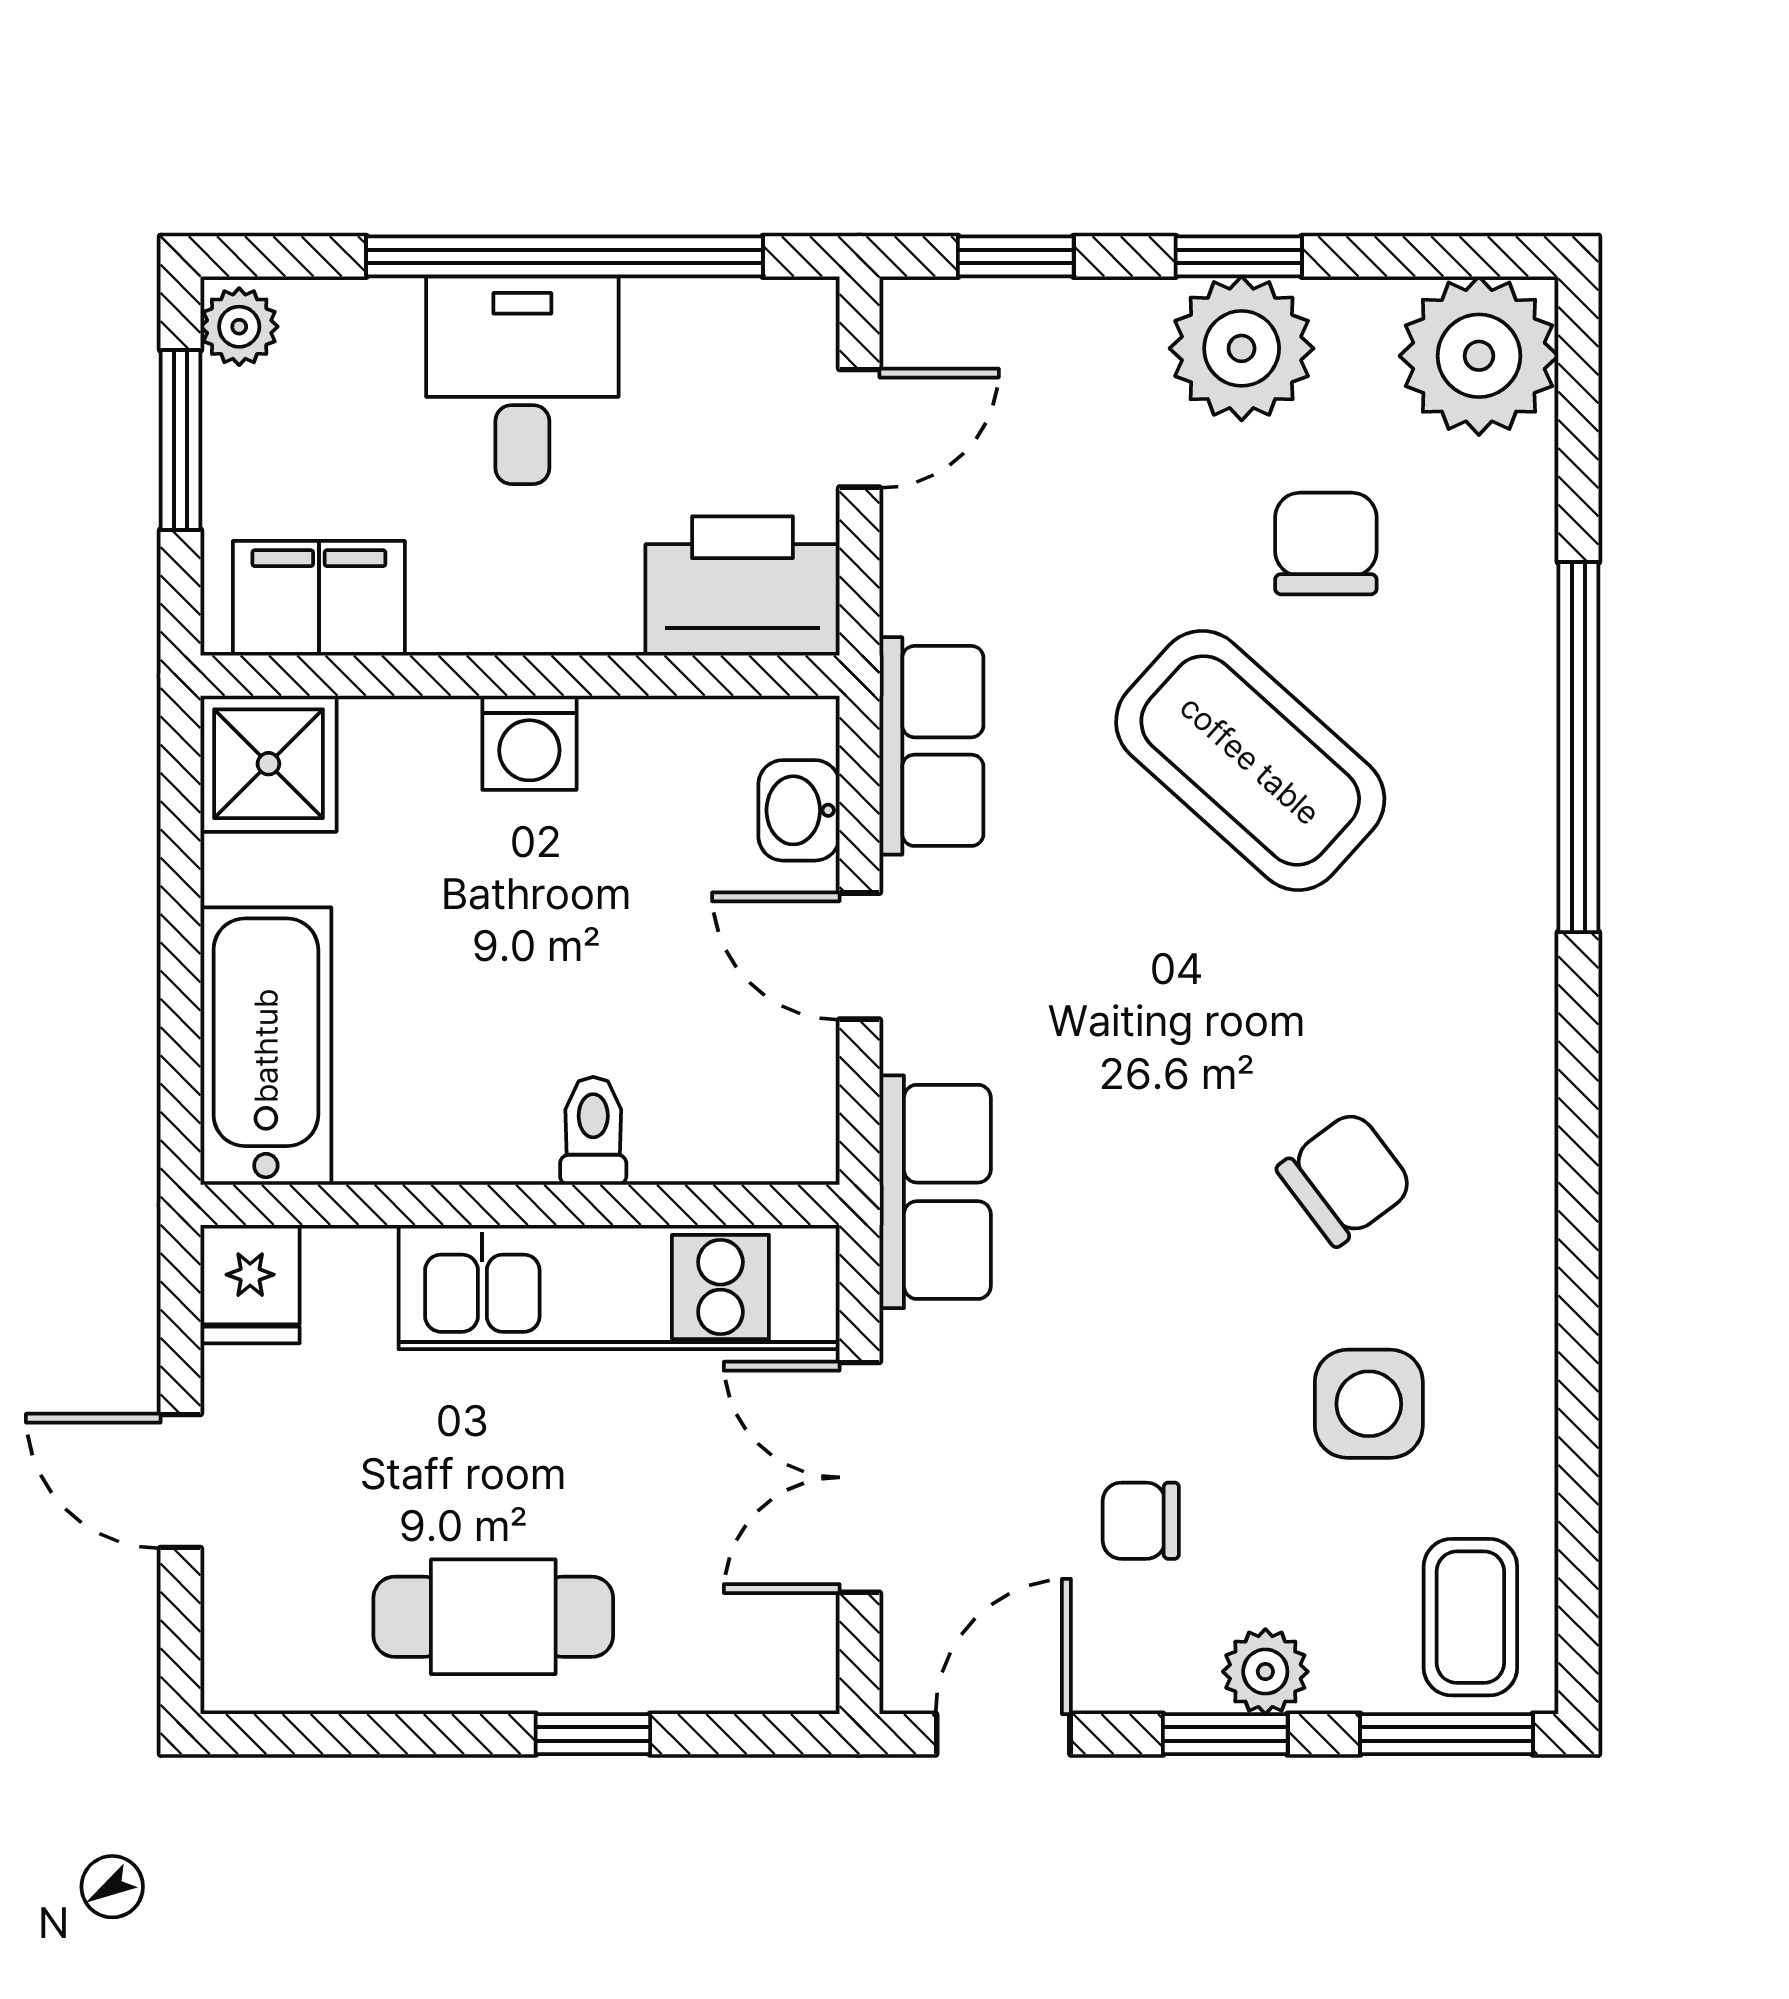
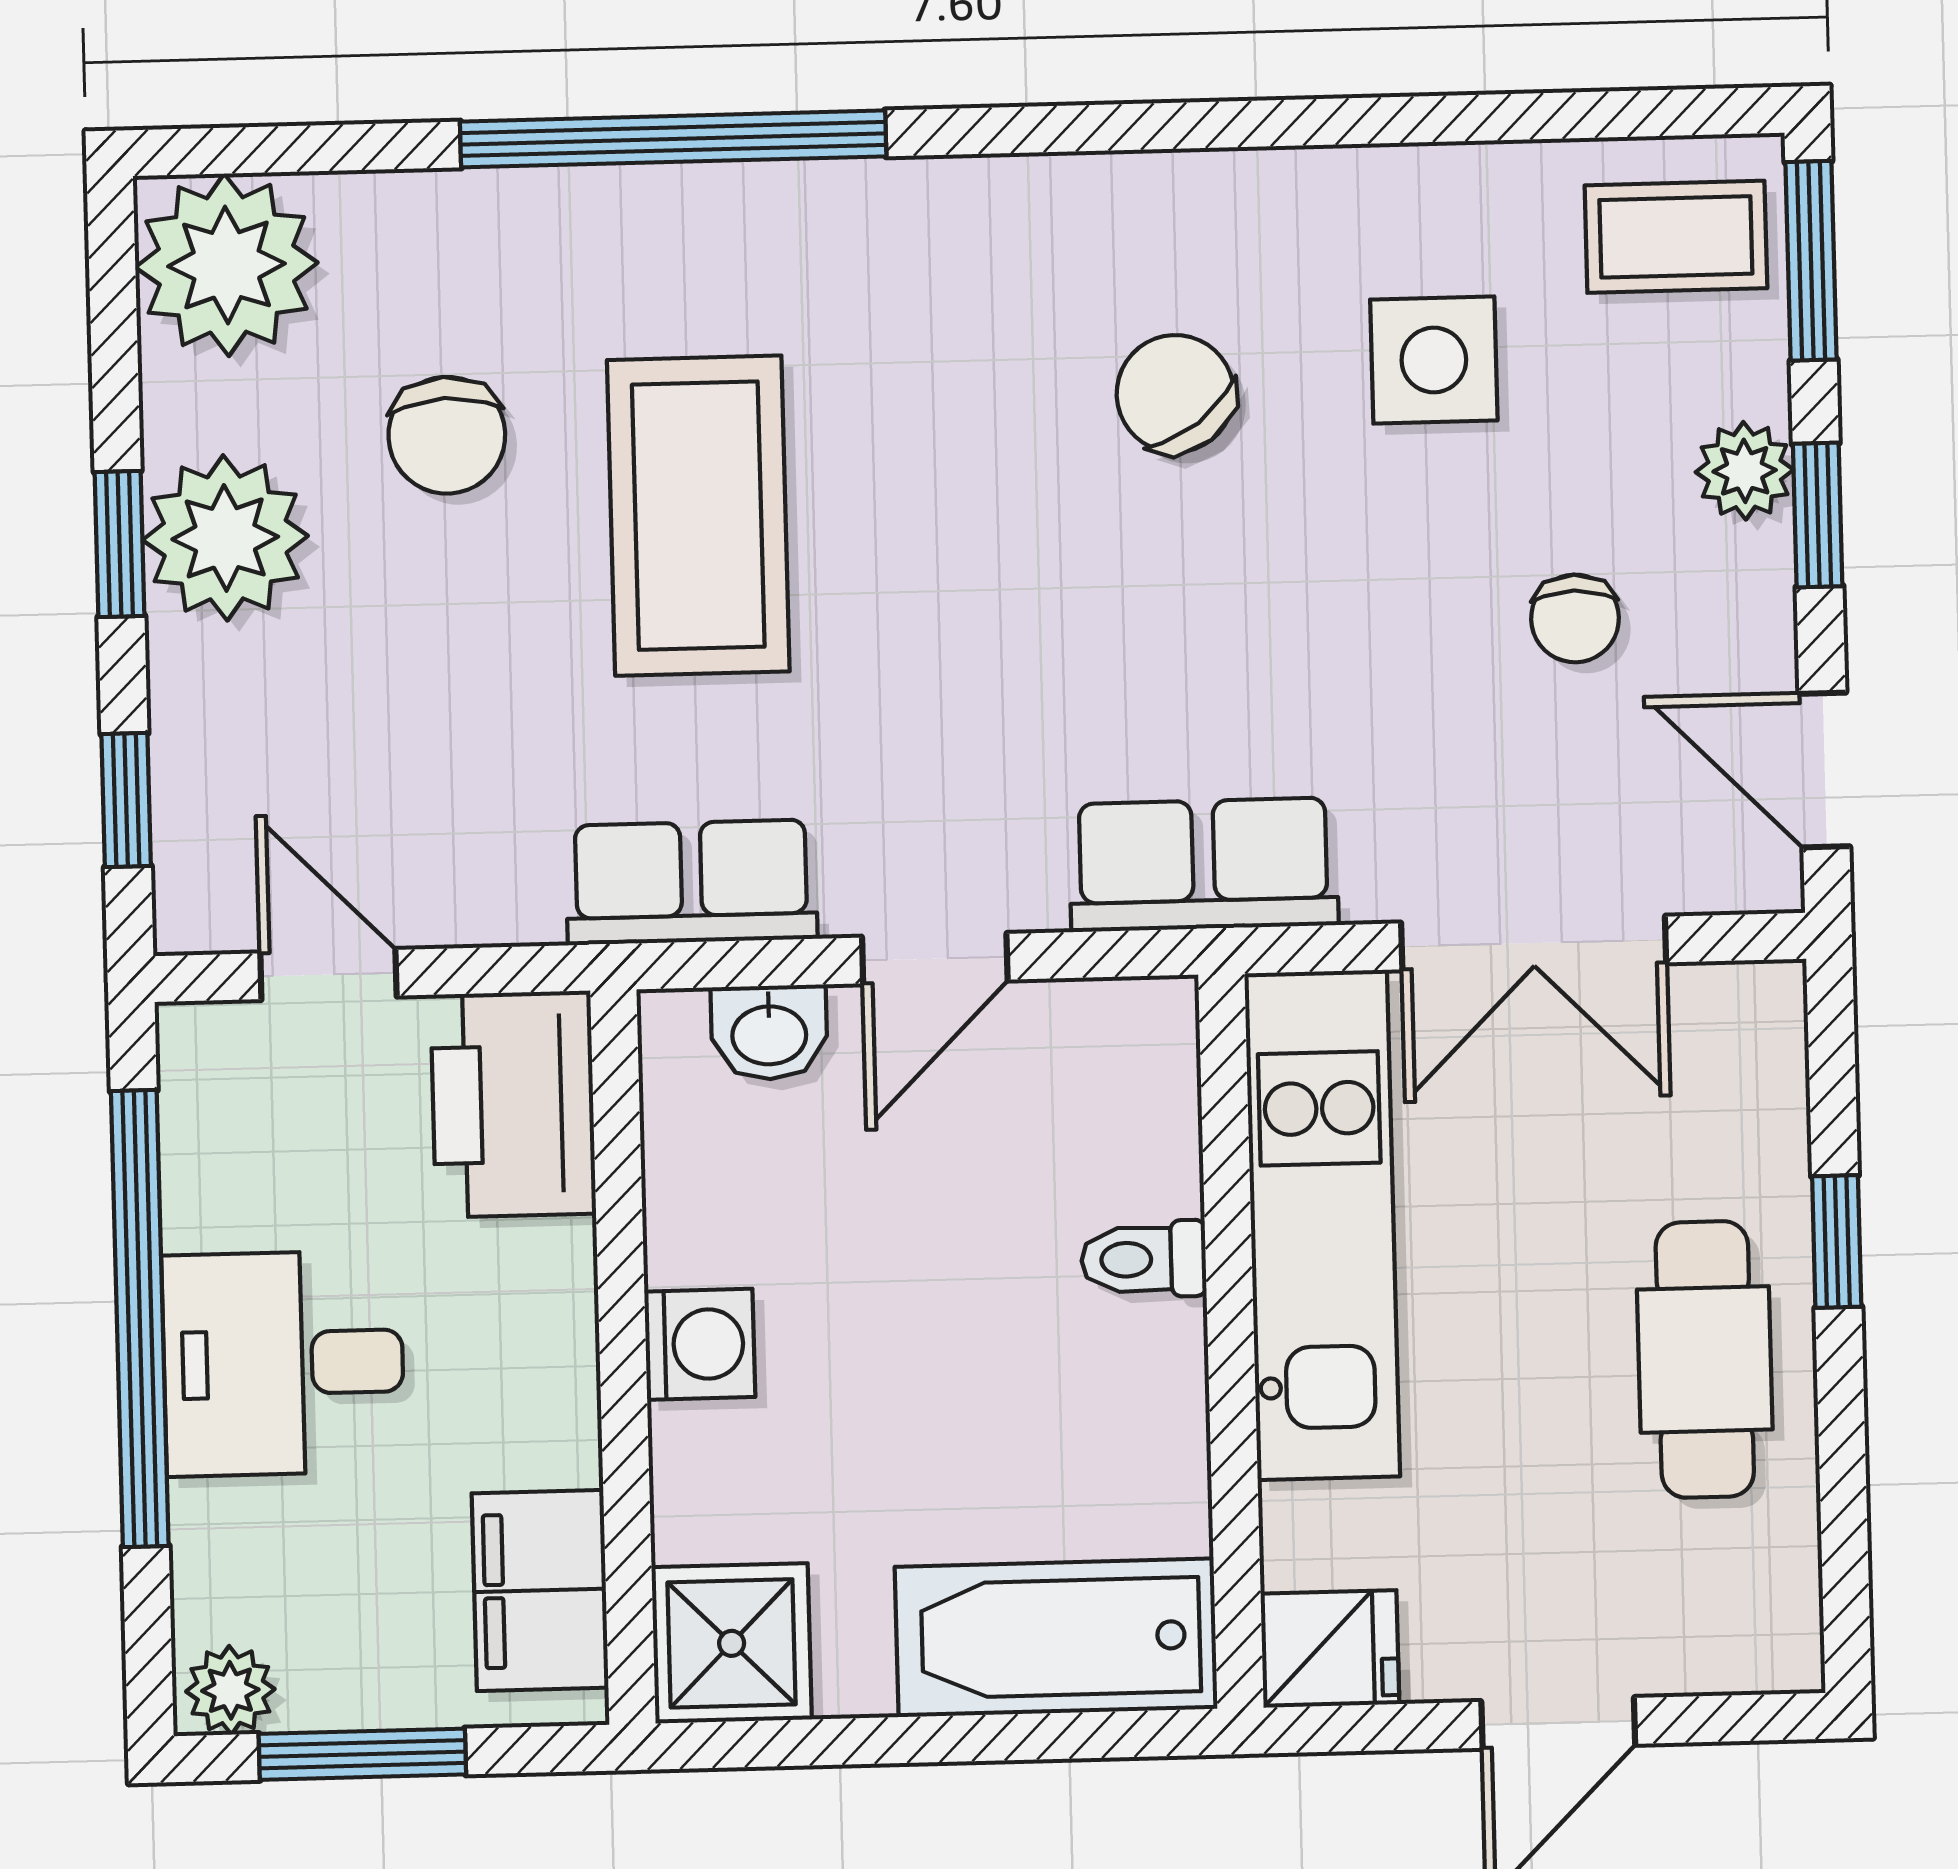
chair: (1326, 544) -> (447, 435), turned -92
coffee table: (1250, 760) -> (698, 516), turned -42

